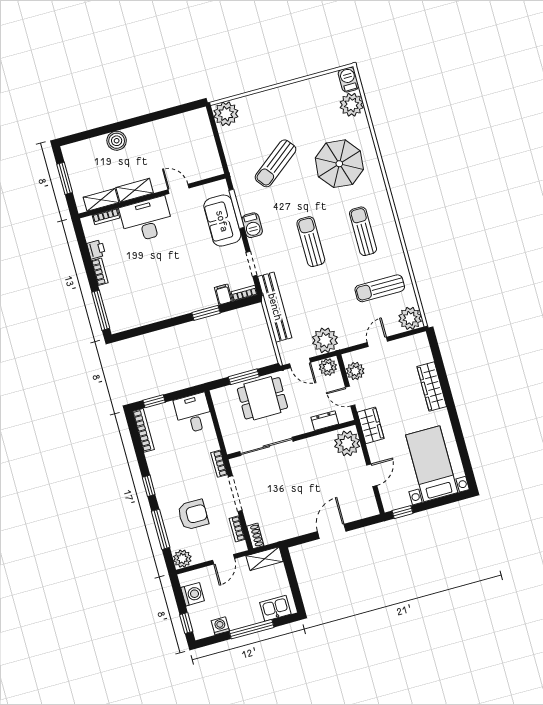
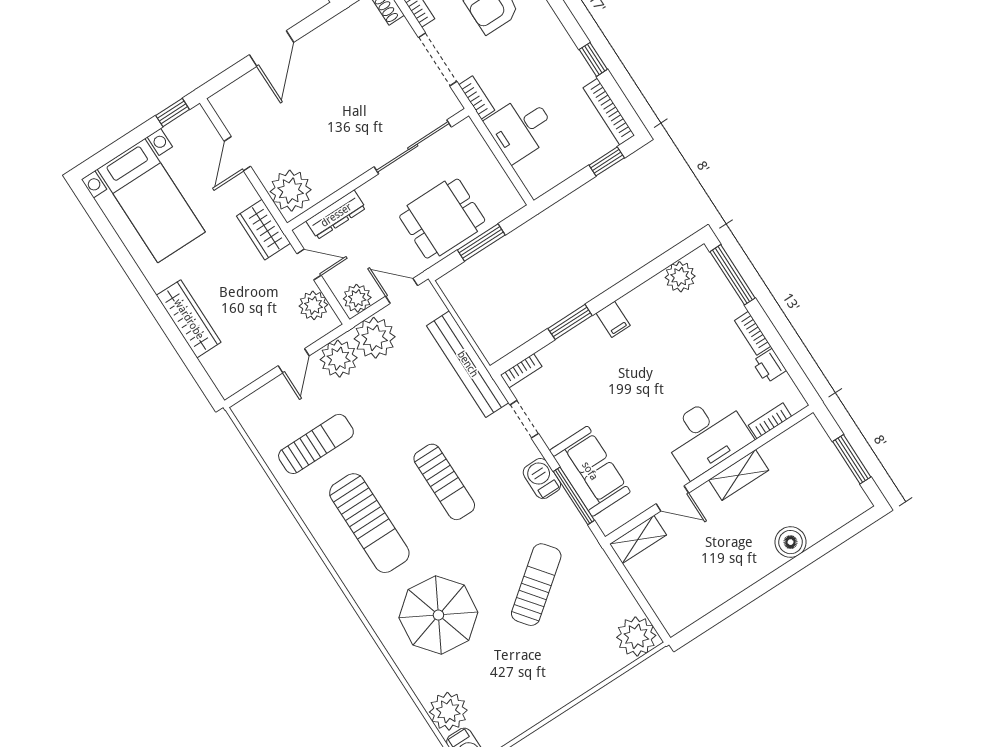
shelving: (101, 200) -> (638, 539), moved
sun lounger: (363, 231) -> (369, 523), width x1.36, depth x1.34
filing cabinet: (223, 294) -> (613, 319), moved
plant: (410, 318) -> (339, 359), moved
plant: (132, 319) -> (680, 277), added
desk: (193, 413) -> (521, 128), moved, turned 90
dresser: (325, 421) -> (336, 215), width x1.44
window: (149, 486) -> (593, 59), moved

